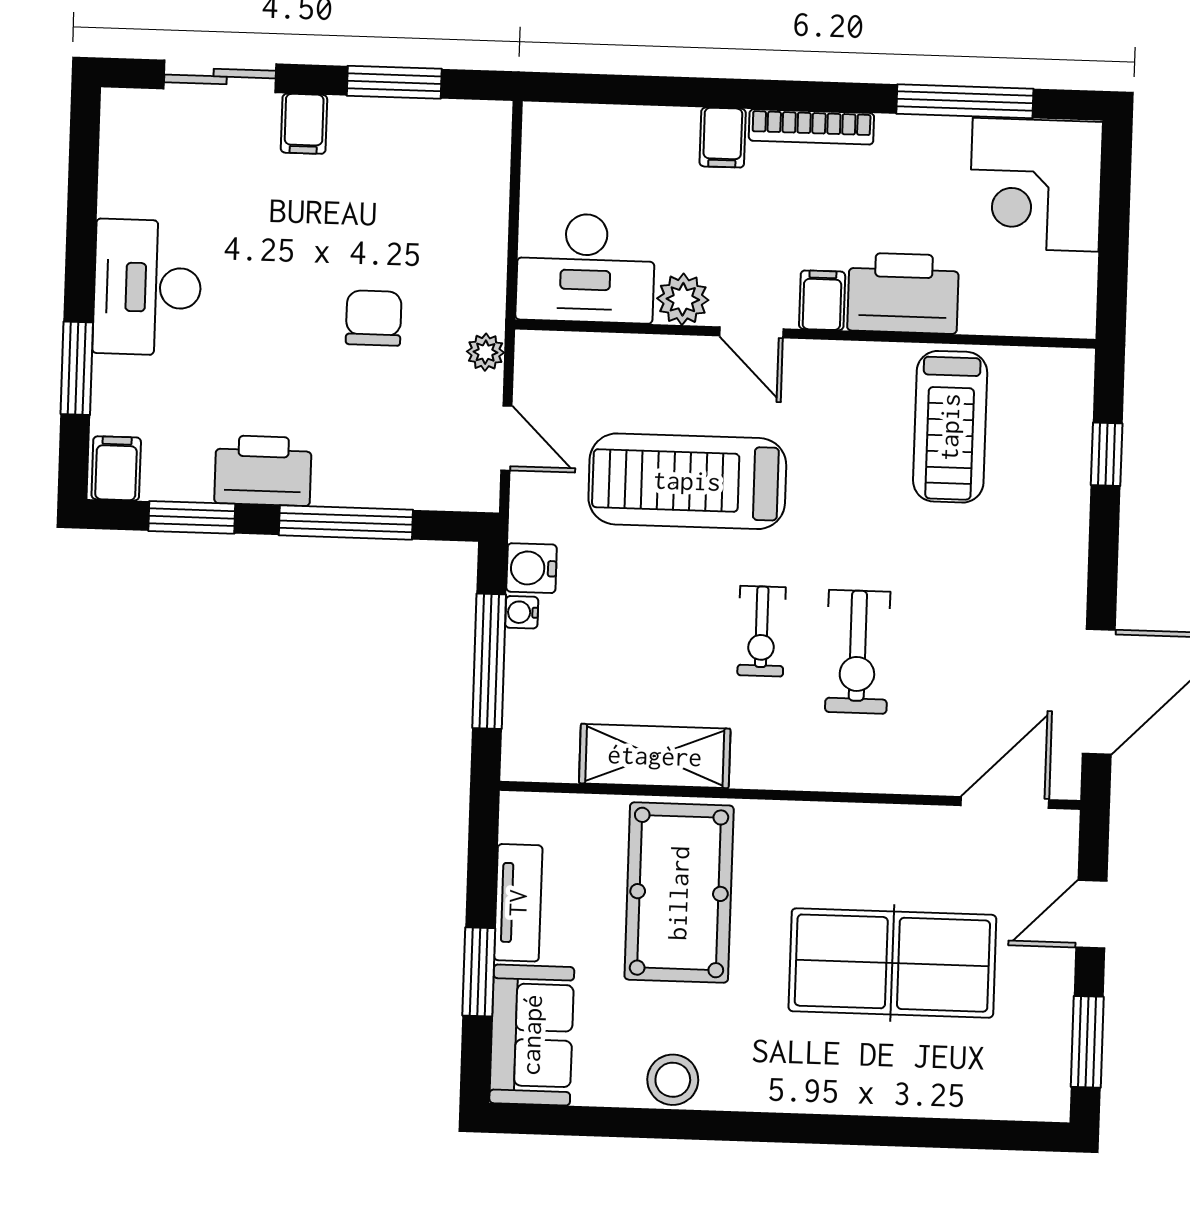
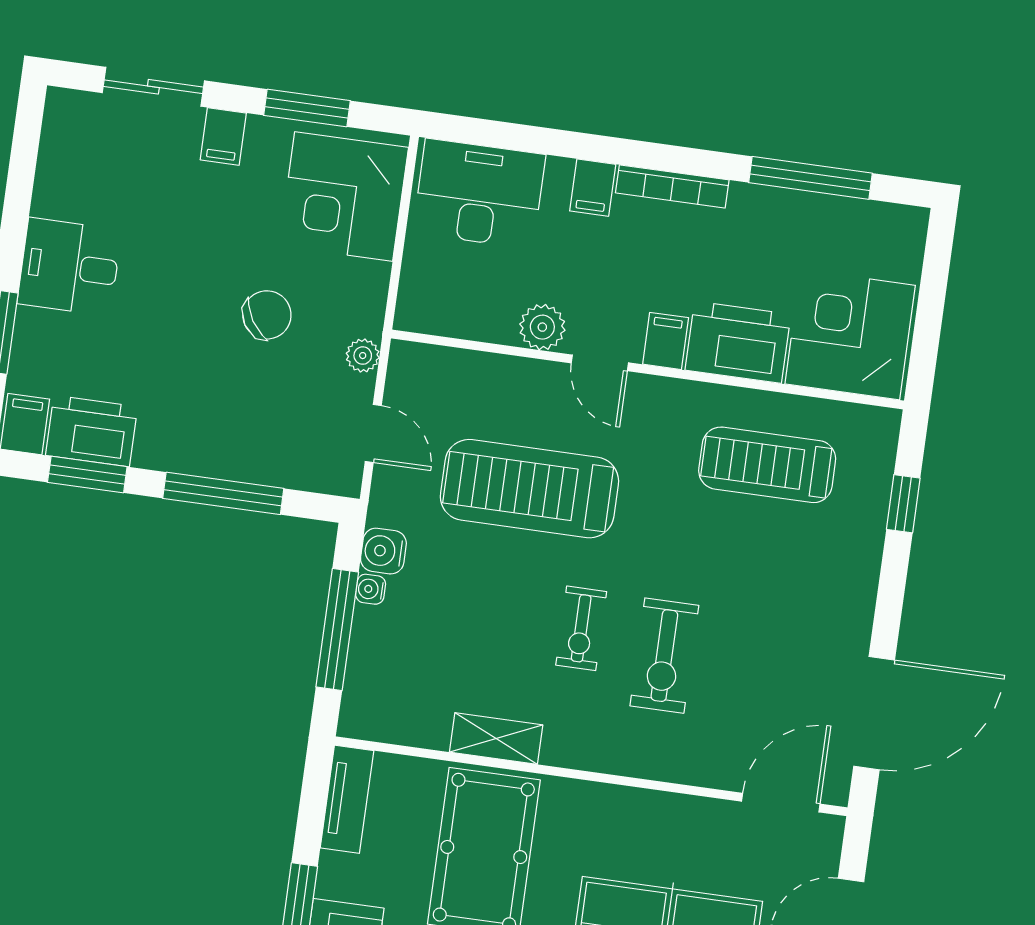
corner desk: (446, 177) -> (344, 197), added
corner desk: (1036, 185) -> (850, 335), moved, turned 90
desk: (586, 268) -> (479, 194), moved, turned 180
desk: (147, 287) -> (69, 267), width x0.73
chair: (374, 318) -> (267, 315), turned 58
treadmill: (950, 427) -> (767, 465), turned 90
printer: (263, 471) -> (92, 431), moved
shelving: (655, 756) -> (496, 739), width x0.67, depth x0.75
tv unit: (518, 903) -> (347, 799), moved

